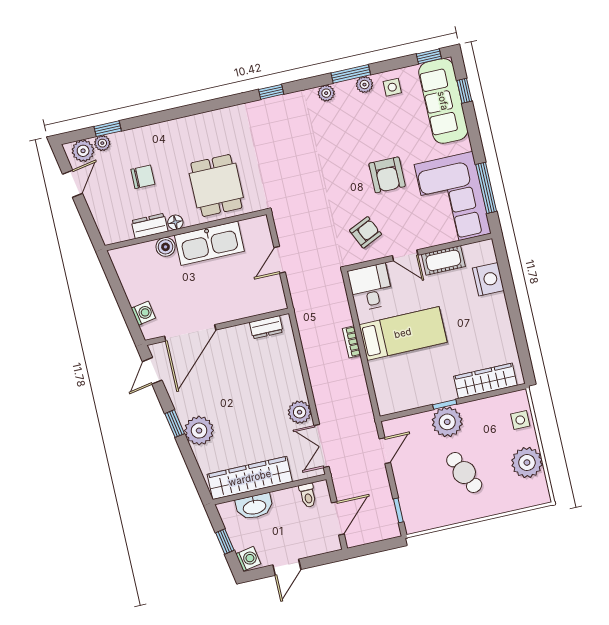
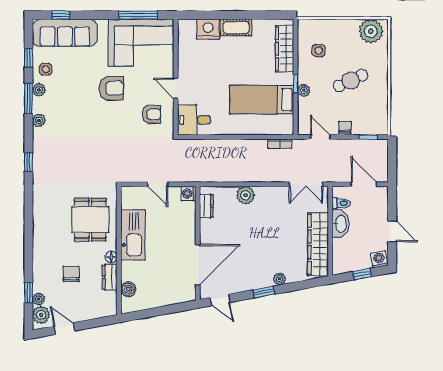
window: (429, 56) -> (28, 58), moved
dining table: (216, 186) -> (90, 220), turned 90
armchair: (366, 232) -> (151, 114), turned 115
boiler: (166, 247) -> (128, 289), moved
door: (405, 255) -> (176, 88), swing flipped
cot: (443, 260) -> (236, 28), moved, turned 90
washing machine: (143, 313) -> (189, 194), moved, turned -80
door: (190, 333) -> (198, 265), hinge flipped
bed: (403, 333) -> (262, 100), moved, turned -90
bookcase: (352, 342) -> (280, 144), moved
plant: (300, 412) -> (246, 195), moved
side table: (520, 420) -> (319, 51), moved
plant: (447, 422) -> (304, 90), width x0.53, depth x0.53
plant: (199, 431) -> (280, 279), width x0.53, depth x0.53
plant: (527, 463) -> (371, 31), moved
chair: (404, 479) -> (345, 127), added
washbasin: (254, 507) -> (341, 224), moved

